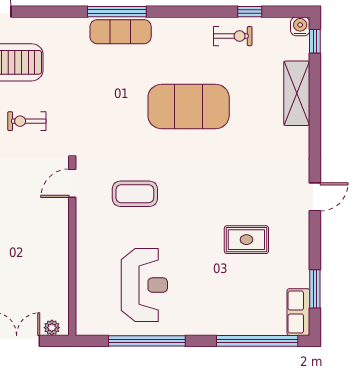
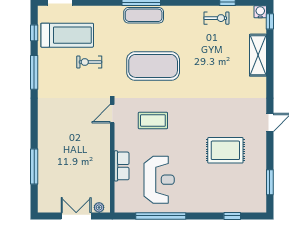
exercise mat: (189, 106) -> (153, 66), moved
exercise bike: (27, 121) -> (89, 62), moved
rug: (246, 240) -> (225, 150), width x1.36, depth x1.43
row of seats: (298, 312) -> (122, 166), moved, turned 180
window: (257, 341) -> (232, 216), width x0.32

